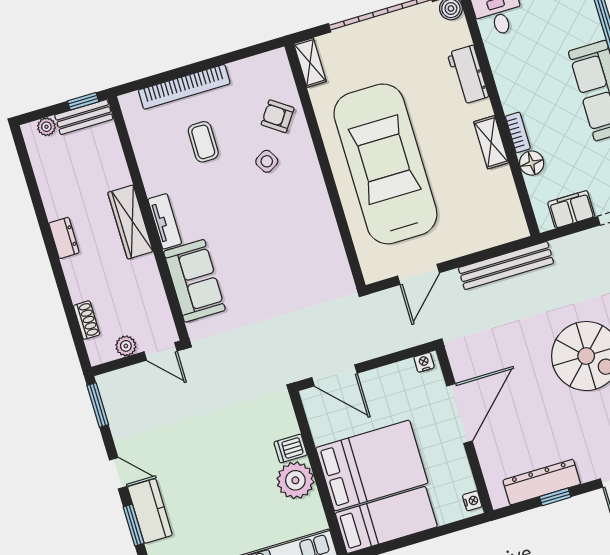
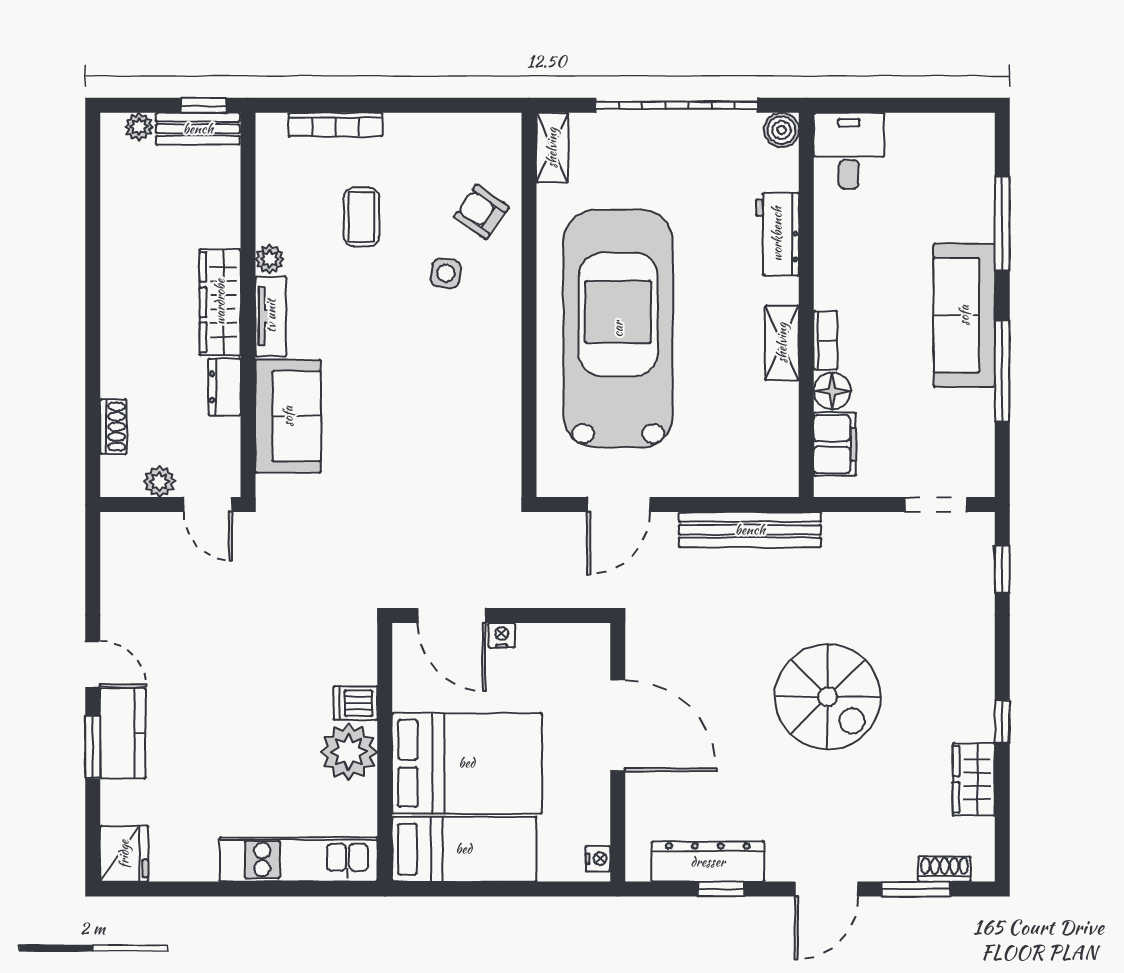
bookcase: (184, 87) -> (335, 125), width x0.68, depth x0.76
side table: (267, 161) -> (446, 273), turned 37
plant: (153, 186) -> (270, 259), added
filing cabinet: (571, 209) -> (835, 444), moved, turned 90
dresser: (64, 238) -> (224, 387), moved, turned 180
nightstand: (424, 362) -> (502, 635), moved
window: (98, 405) -> (93, 556), removed
door: (460, 413) -> (618, 726), hinge flipped

